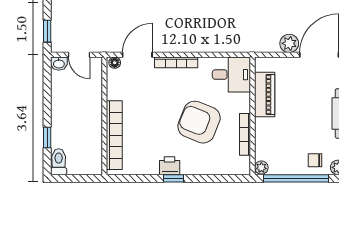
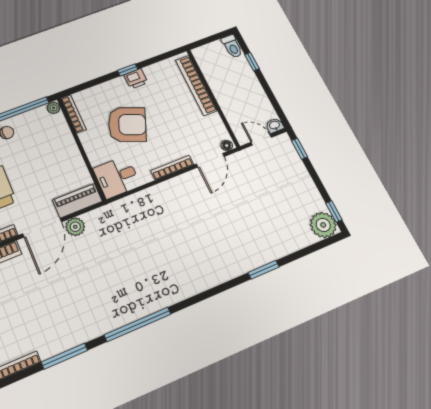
piano: (265, 94) -> (77, 201), moved, turned 90
bookcase: (245, 134) -> (73, 114), moved

